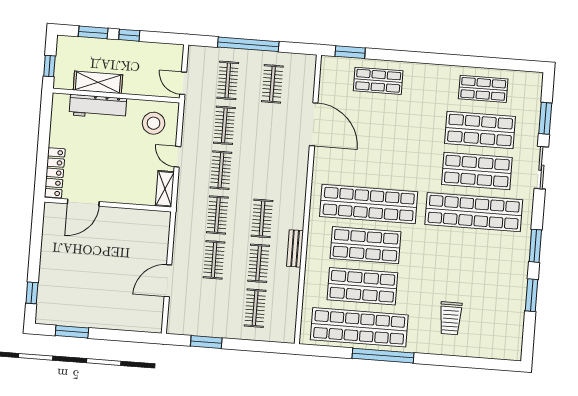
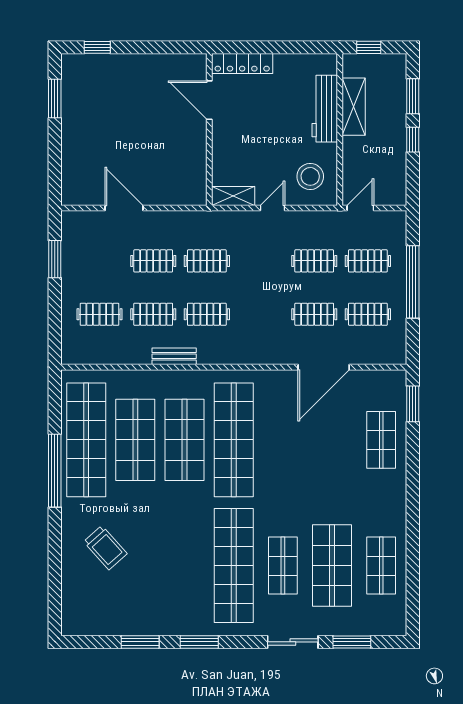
clothes rail: (221, 170) -> (314, 314), moved
shop shelf: (477, 171) -> (283, 566), width x0.70, depth x0.74
trolley: (451, 318) -> (105, 548), turned -132

